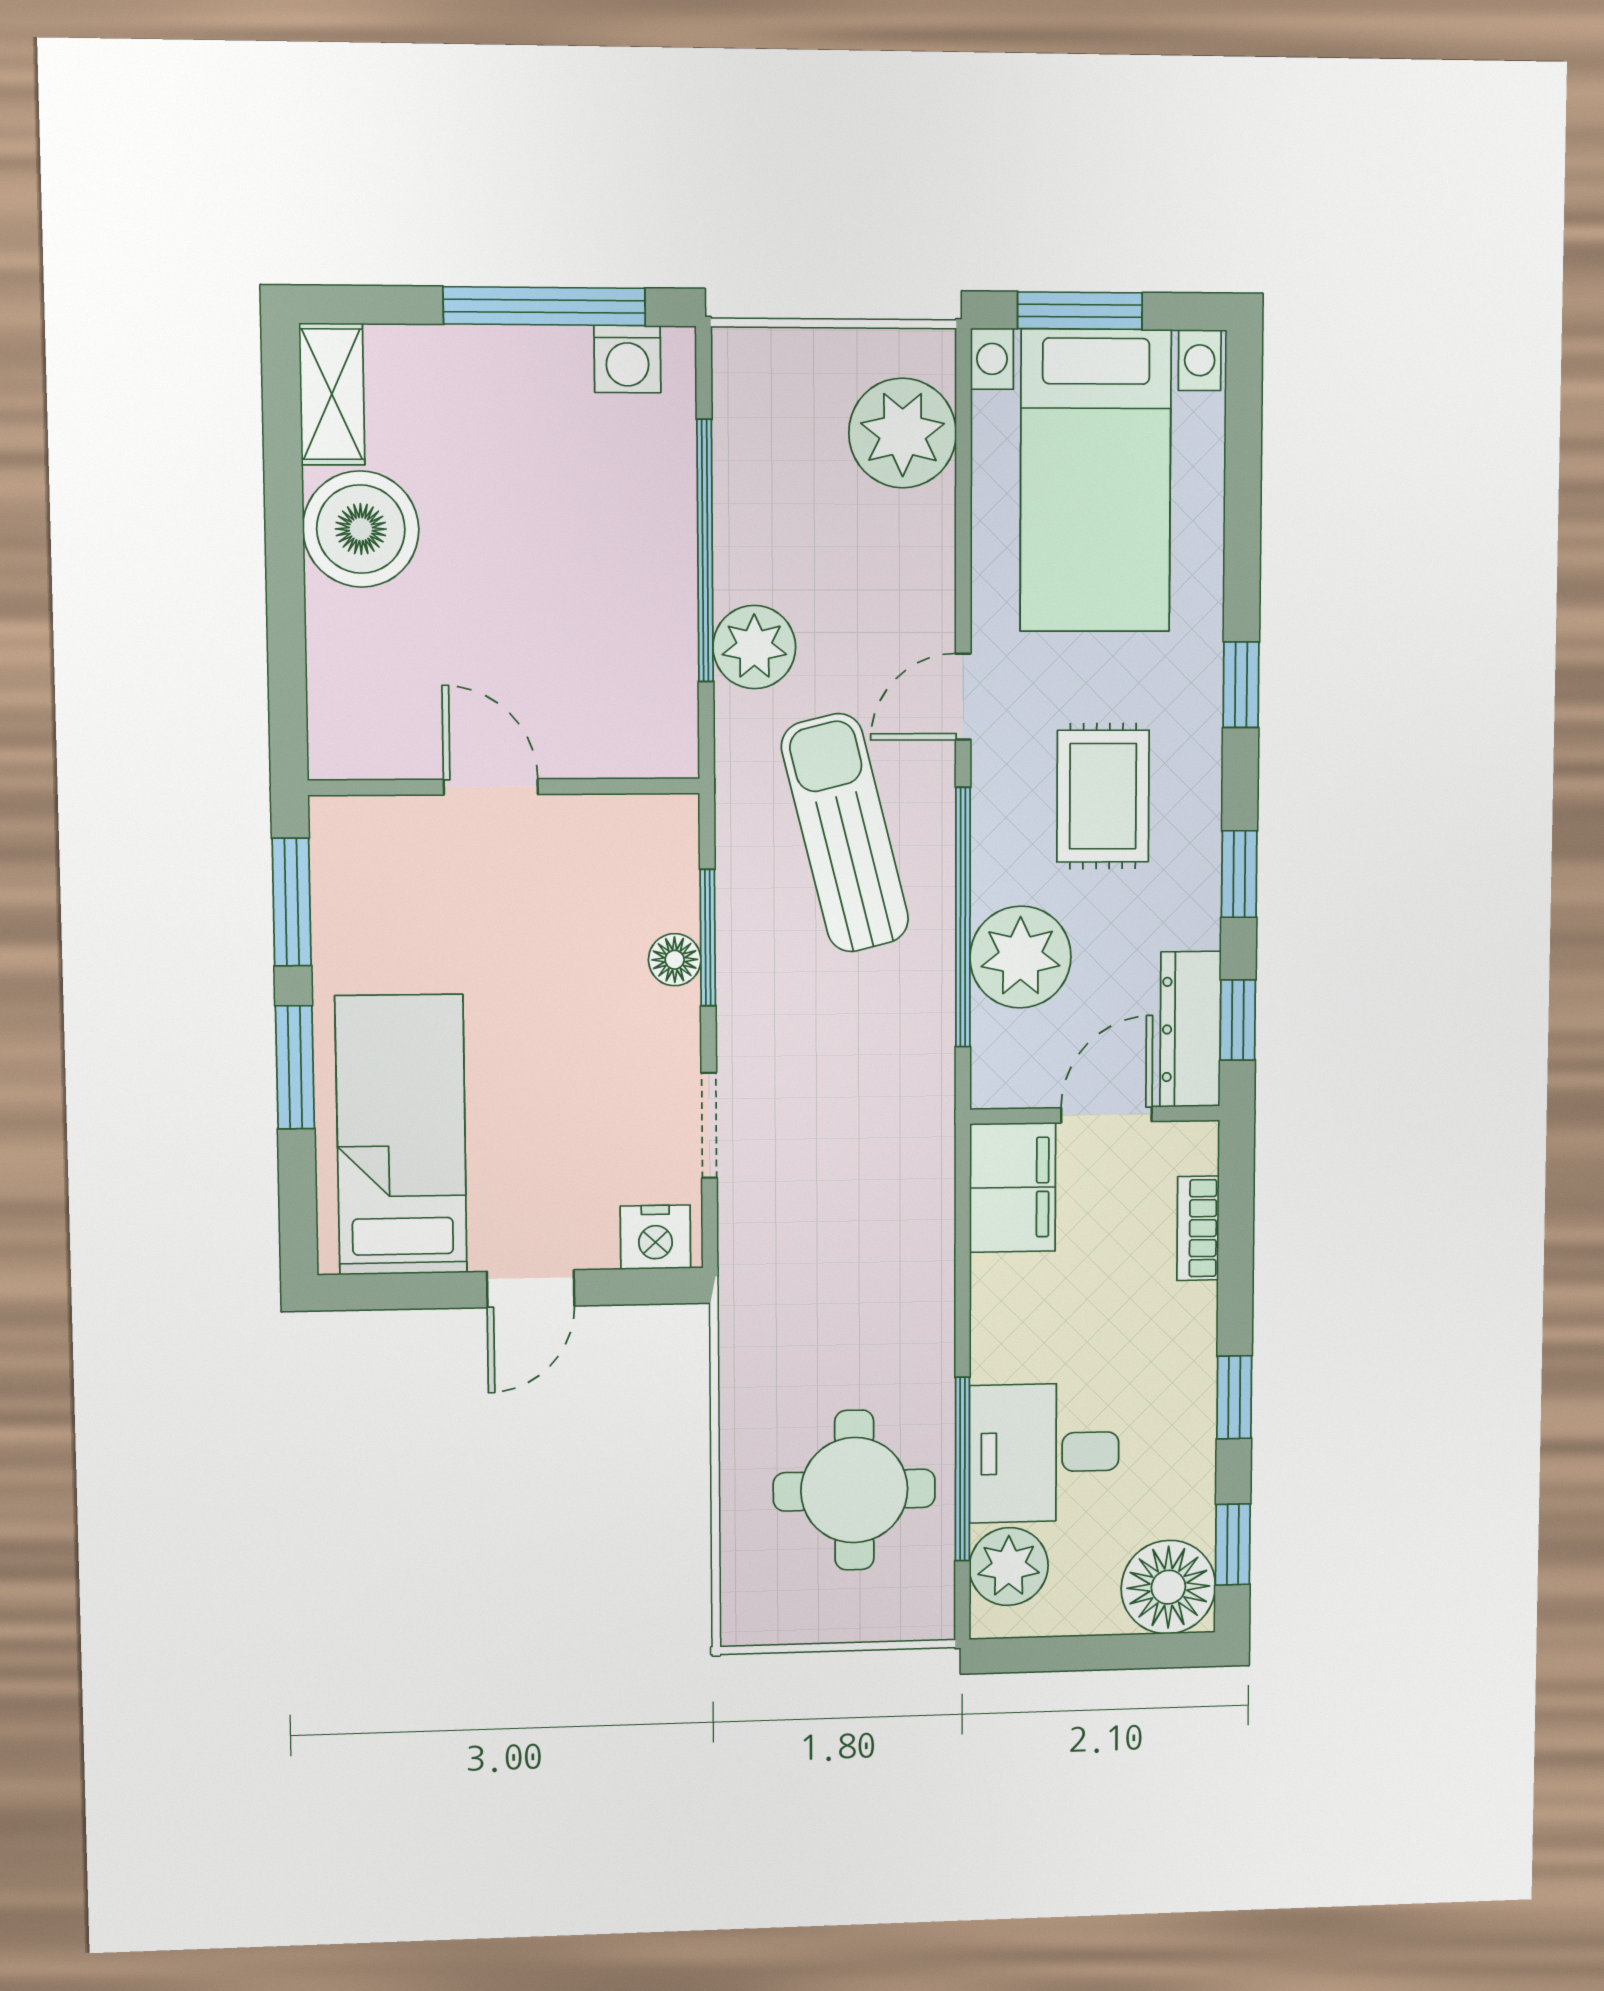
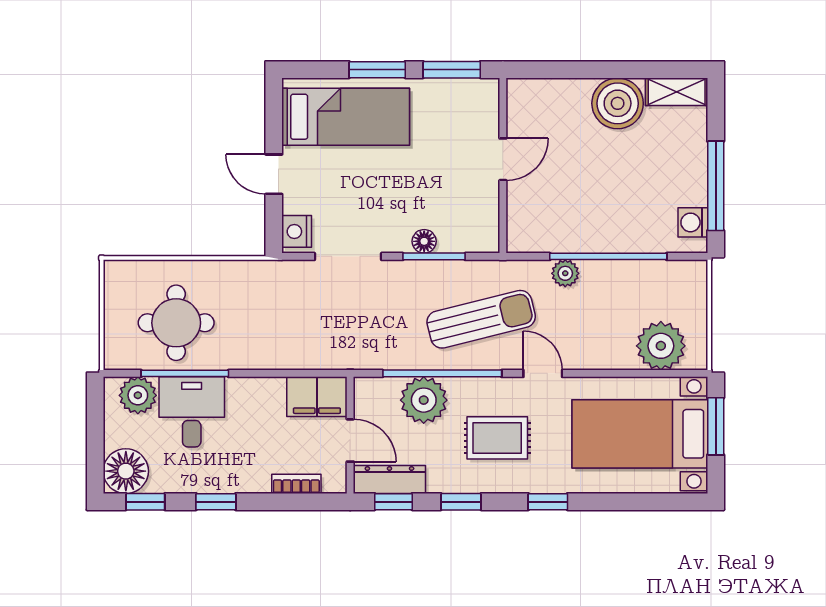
plant: (754, 647) -> (565, 273), width x0.73, depth x0.73
doorway: (709, 1125) -> (348, 256), width x1.38

